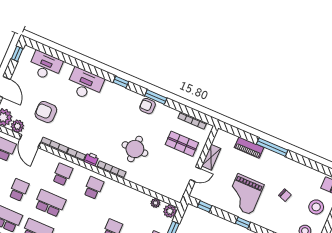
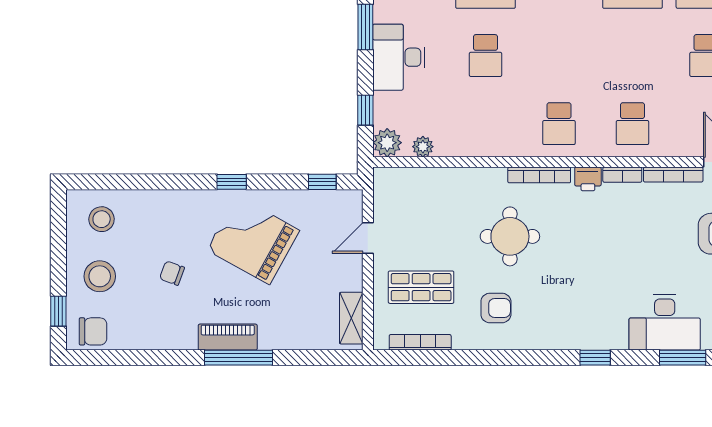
window: (156, 97) -> (683, 358), moved
armchair: (148, 106) -> (496, 308), moved
piano: (249, 148) -> (228, 337), moved
shelving: (211, 157) -> (351, 318), moved
grand piano: (245, 194) -> (253, 240), turned -61
school desk: (50, 203) -> (632, 56), removed

